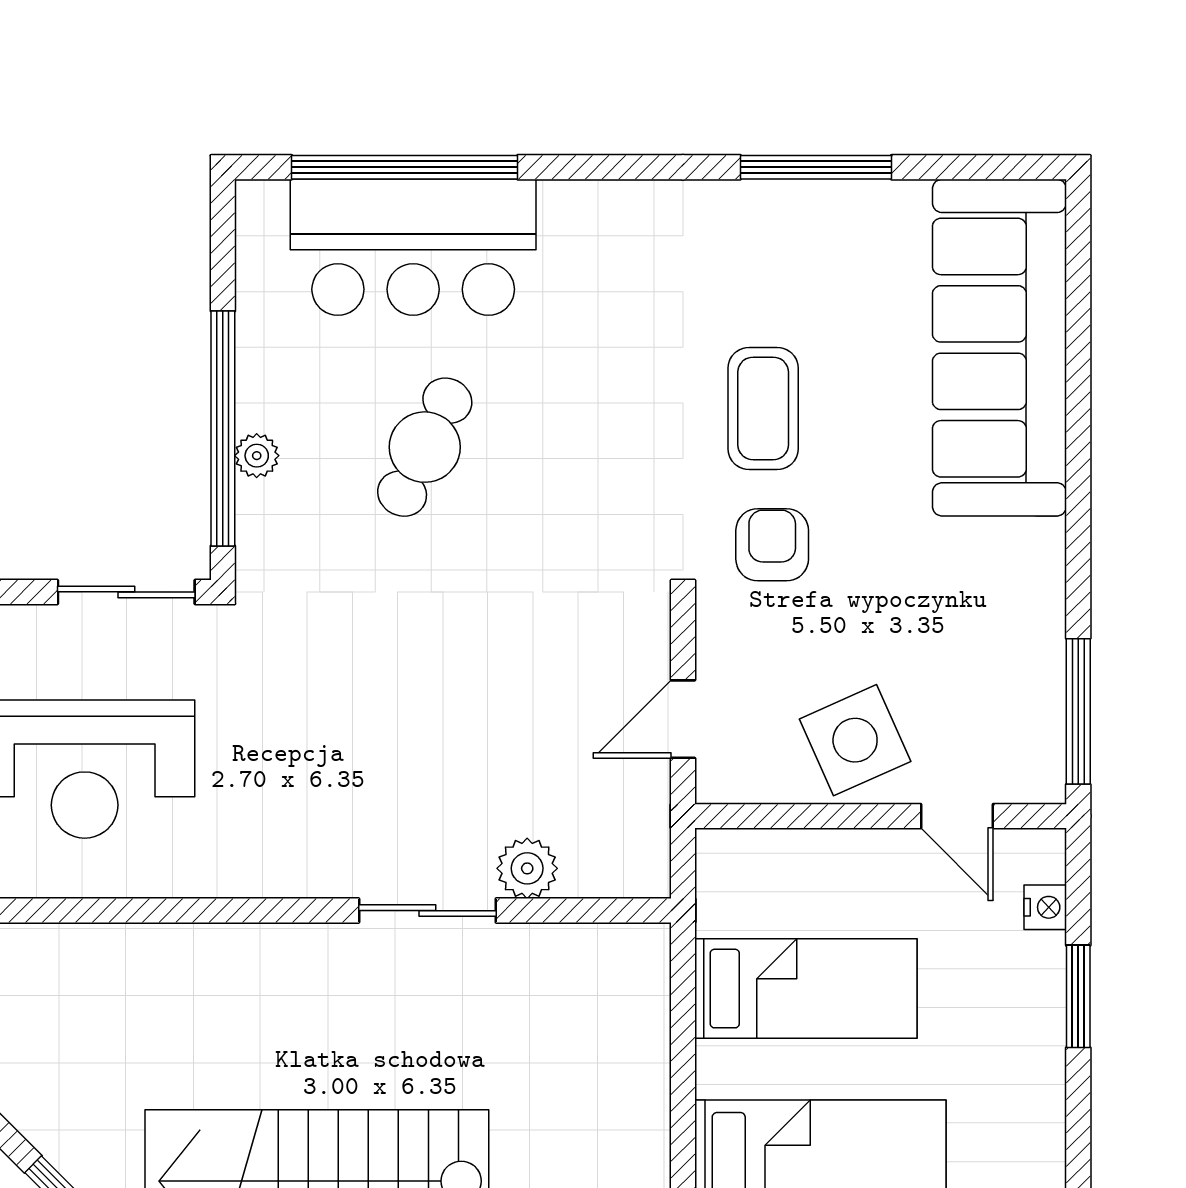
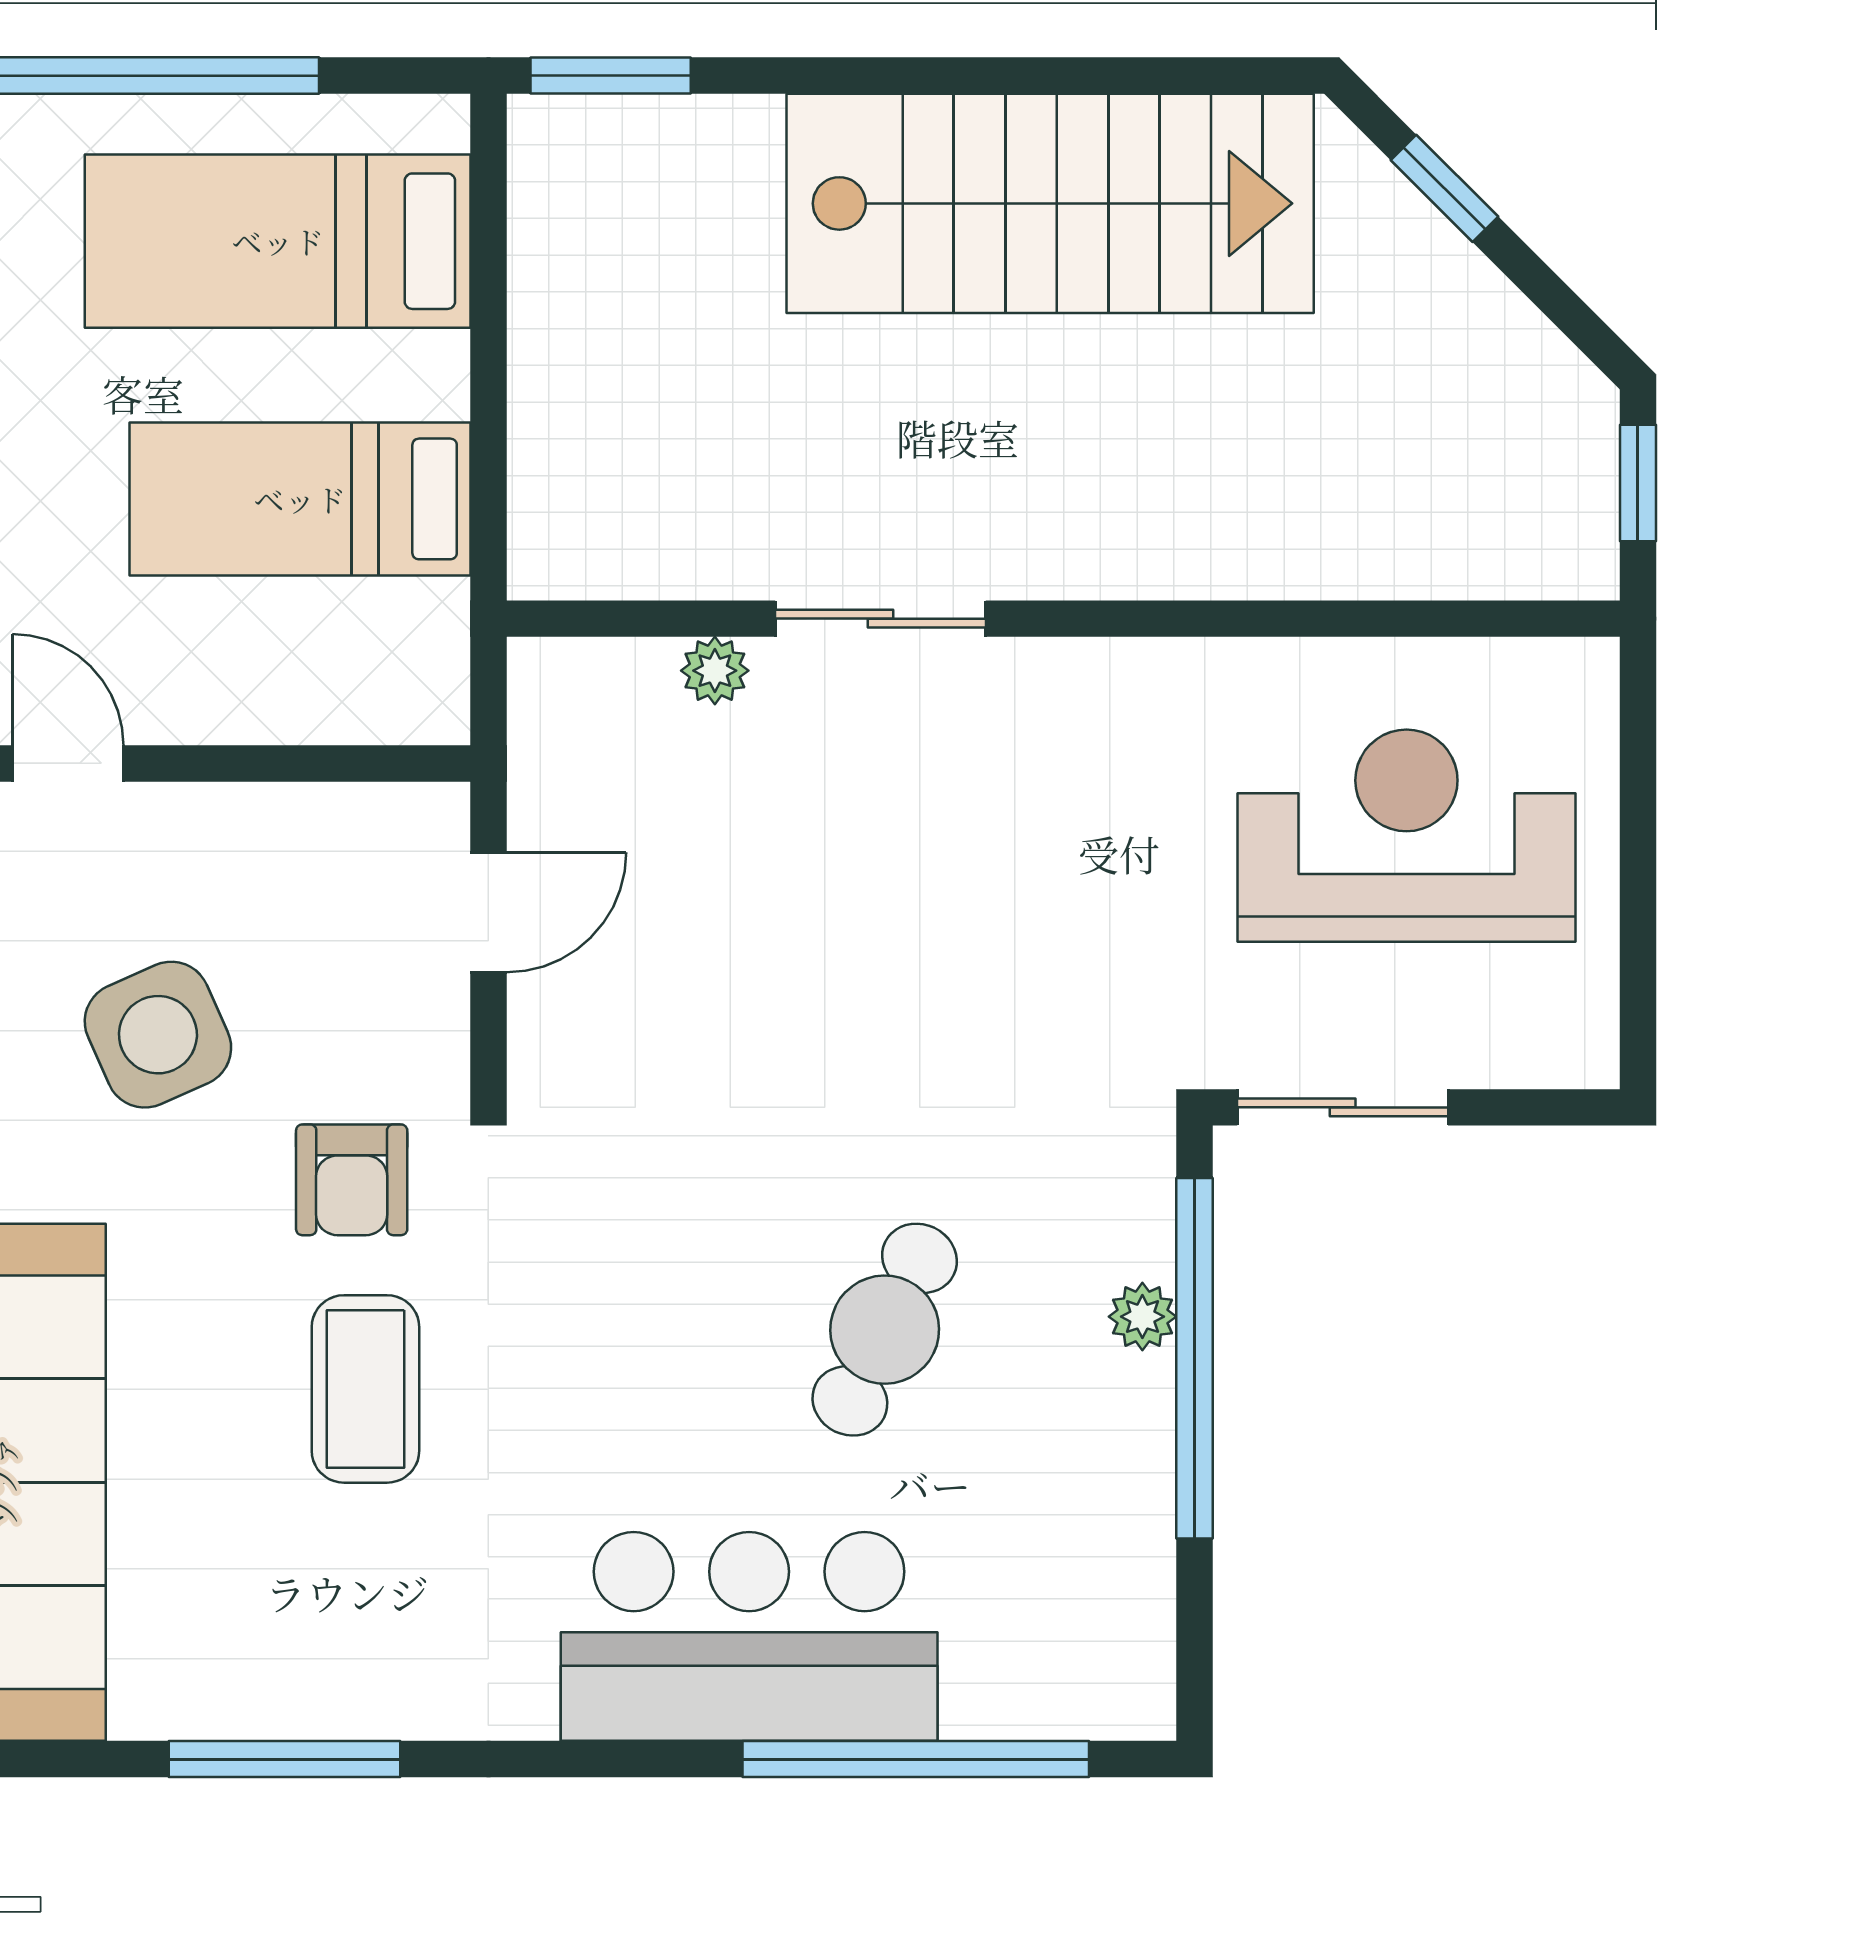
bar counter: (413, 247) -> (749, 1636), moved
side table: (855, 740) -> (158, 1035), moved
plant: (527, 868) -> (715, 671), width x0.73, depth x0.73

